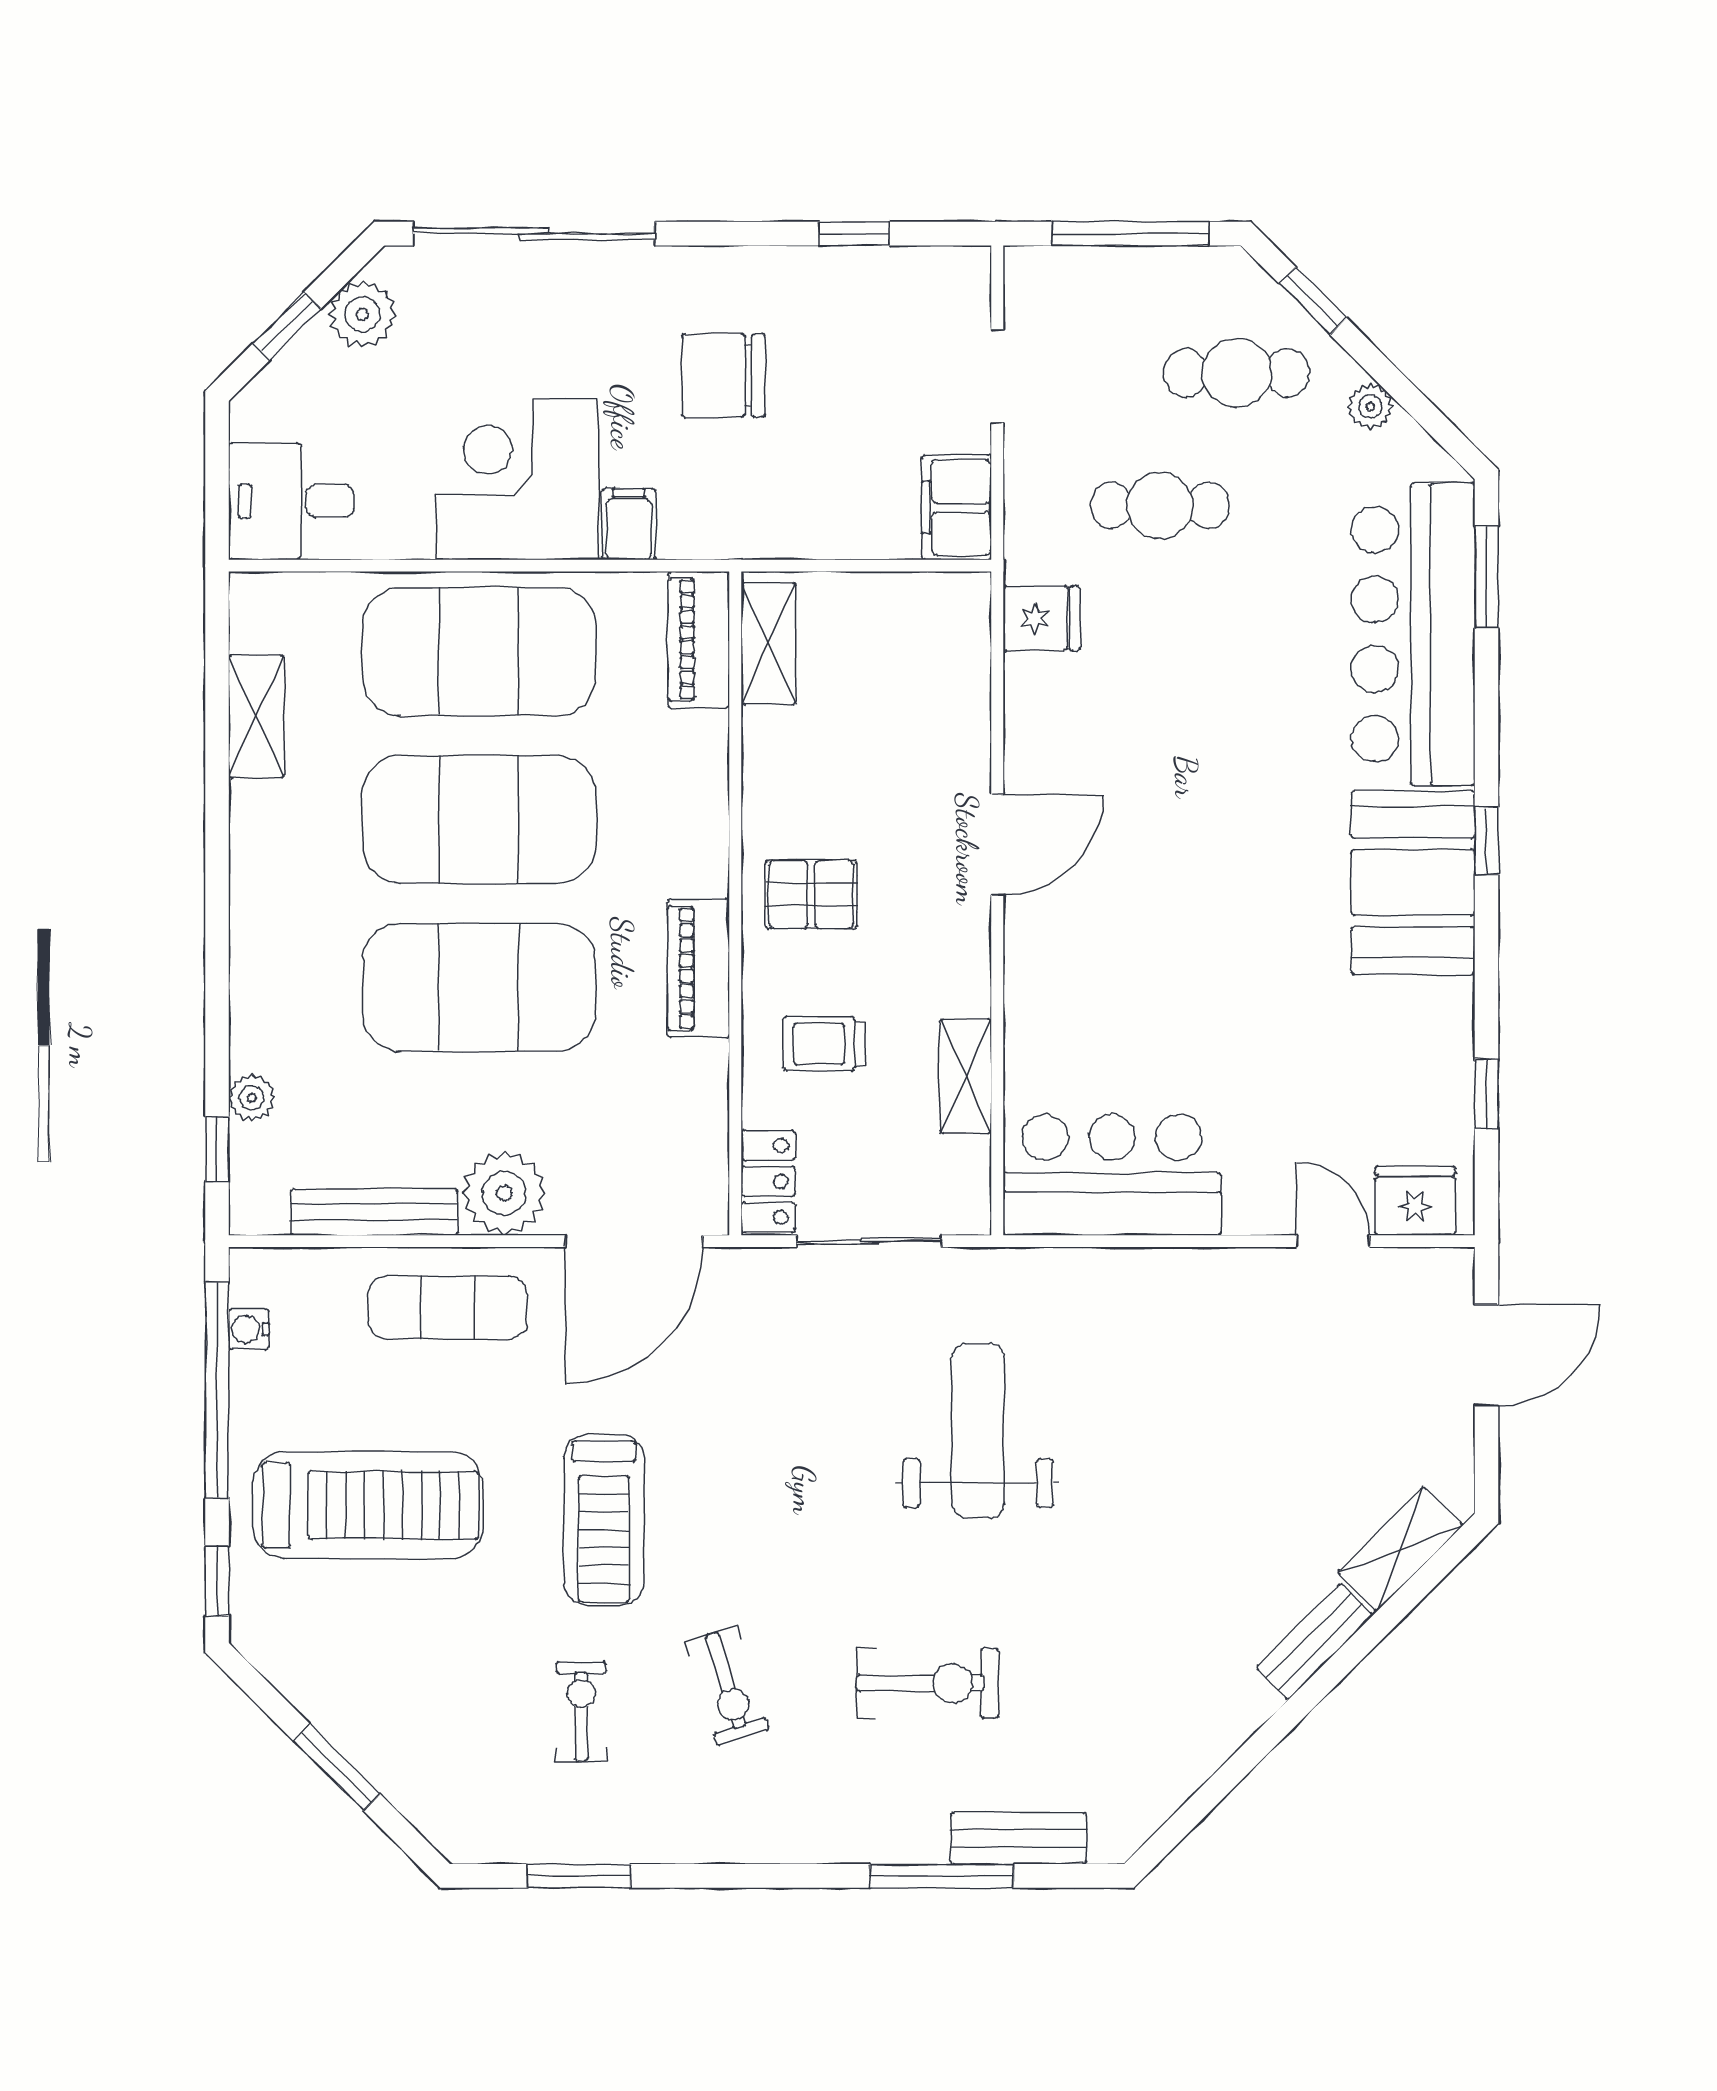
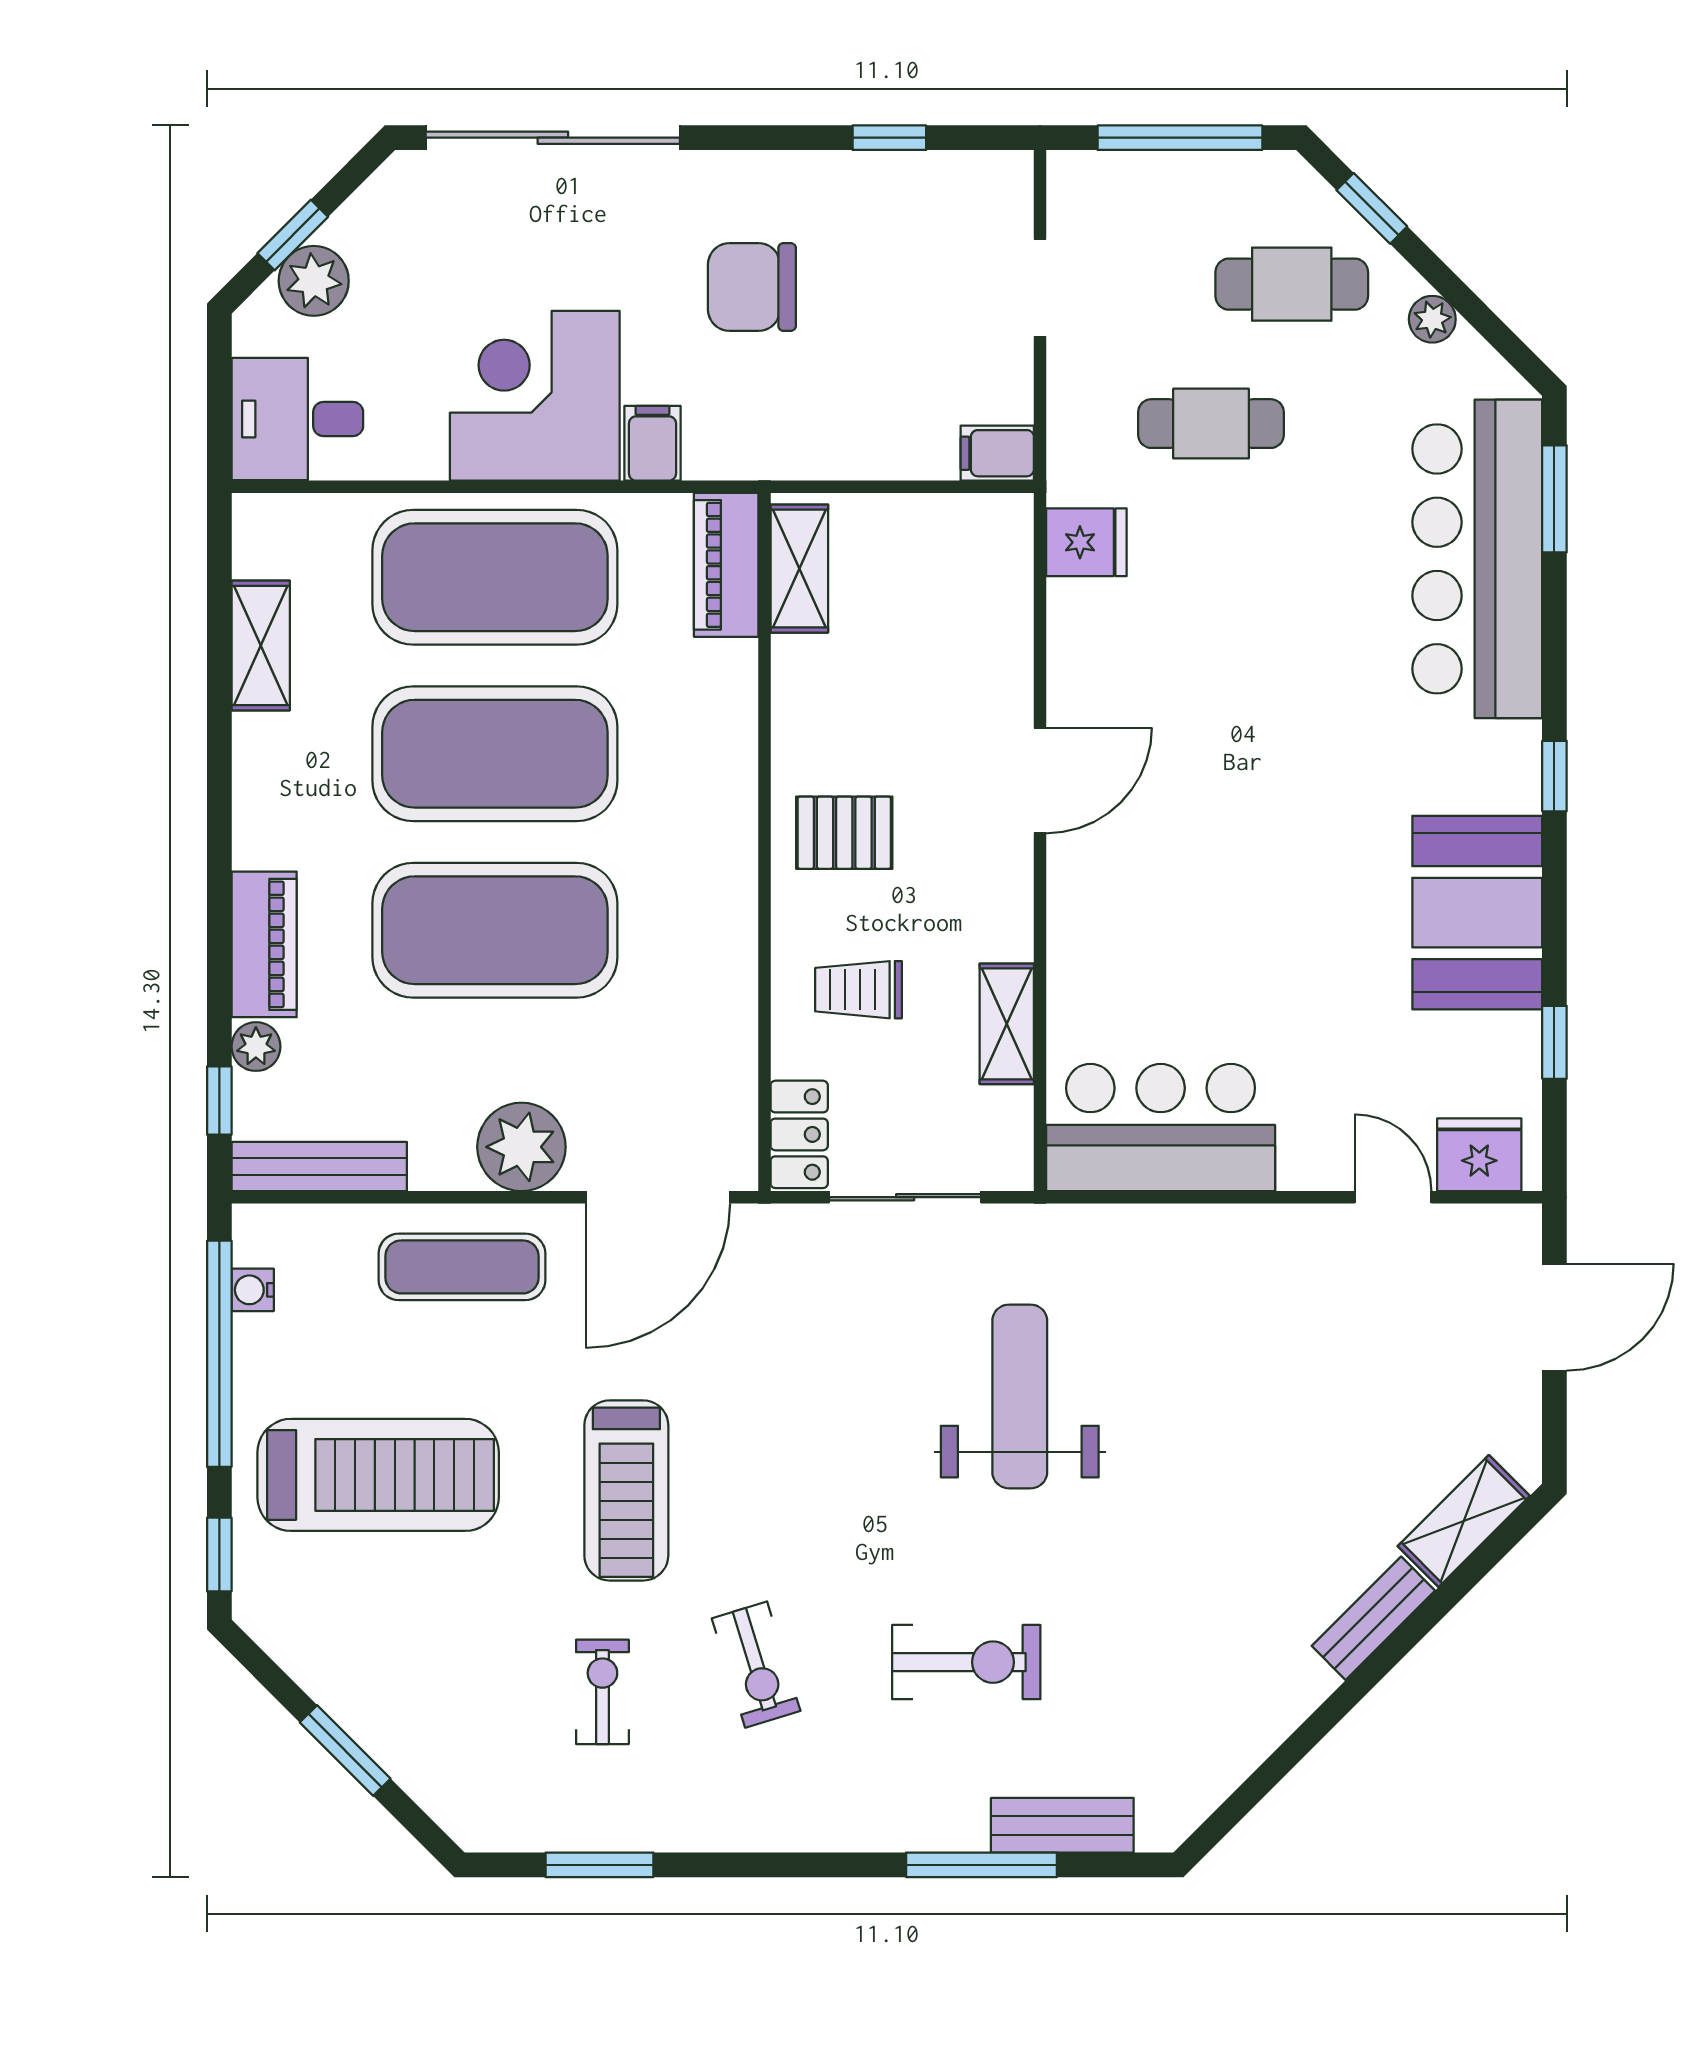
plant: (362, 314) -> (314, 281), moved
filing cabinet: (957, 508) -> (997, 453), width x0.50
booth: (1413, 882) -> (1477, 913), moved
piano: (698, 968) -> (264, 944), moved, turned 180
bench: (374, 1212) -> (319, 1167), moved

